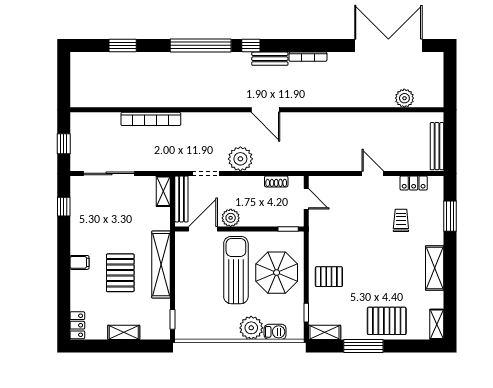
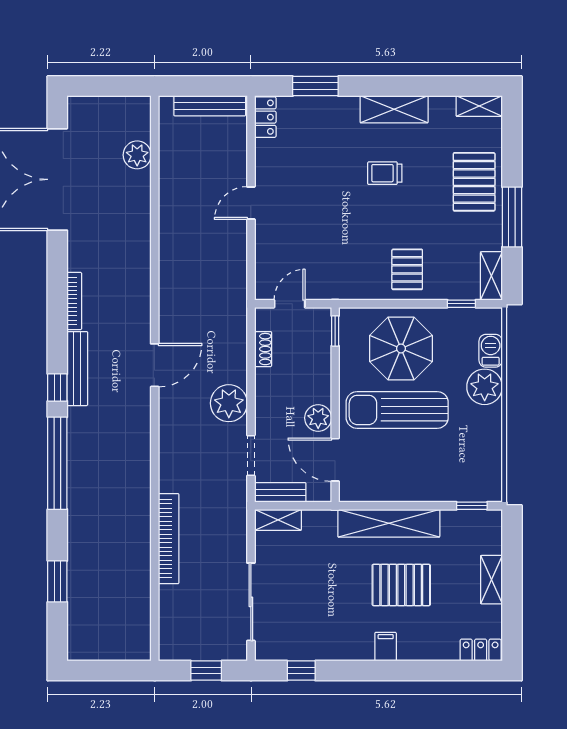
bench: (270, 59) -> (77, 369), width x1.36
locker: (414, 183) -> (265, 117), moved
bench: (181, 199) -> (280, 492), width x0.73
trolley: (401, 220) -> (385, 173), moved

